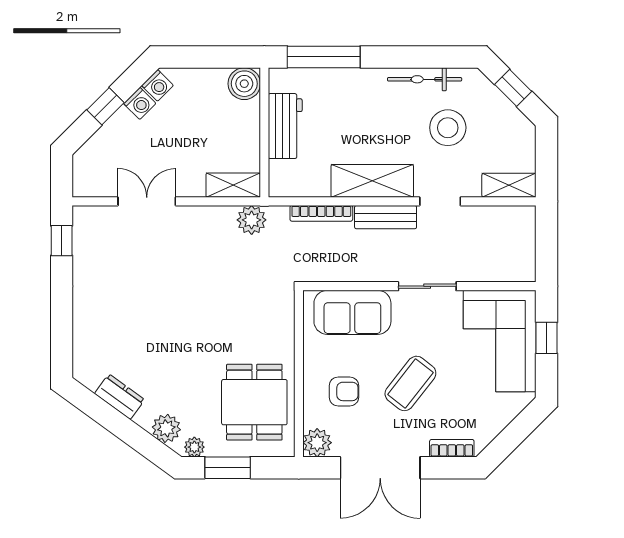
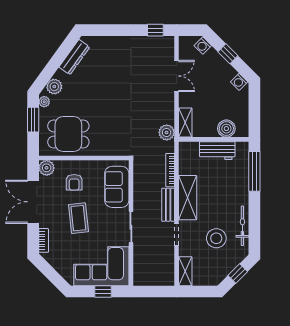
boiler: (244, 84) -> (226, 129), moved
washing machine: (140, 103) -> (203, 46), moved
coffee table: (410, 383) -> (78, 218), turned 46
dresser: (120, 397) -> (74, 57), width x1.44

